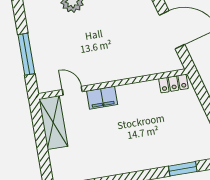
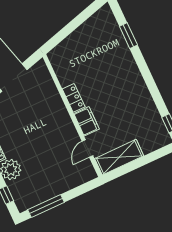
window: (26, 54) -> (46, 206), moved
locker: (174, 84) -> (74, 98), moved

